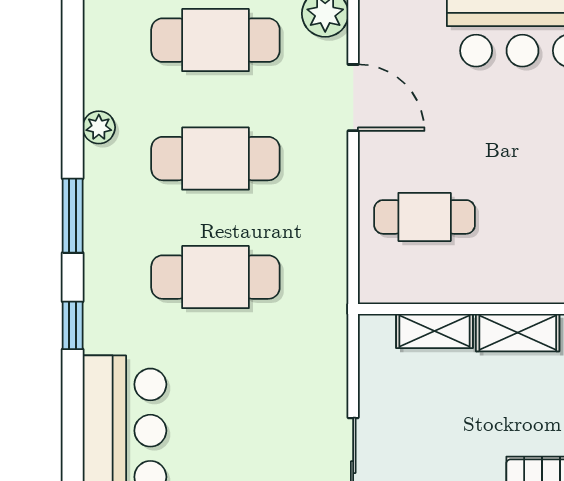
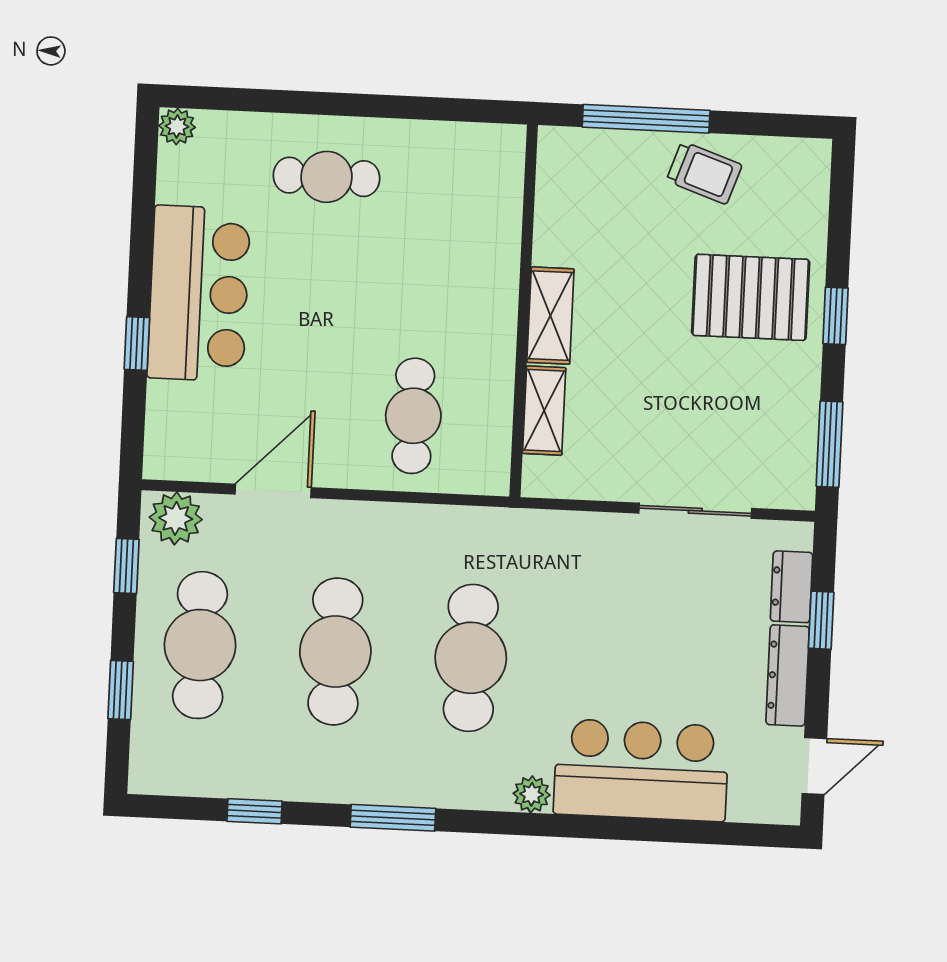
plant: (99, 127) -> (532, 794), moved
window: (73, 325) -> (255, 811), moved

